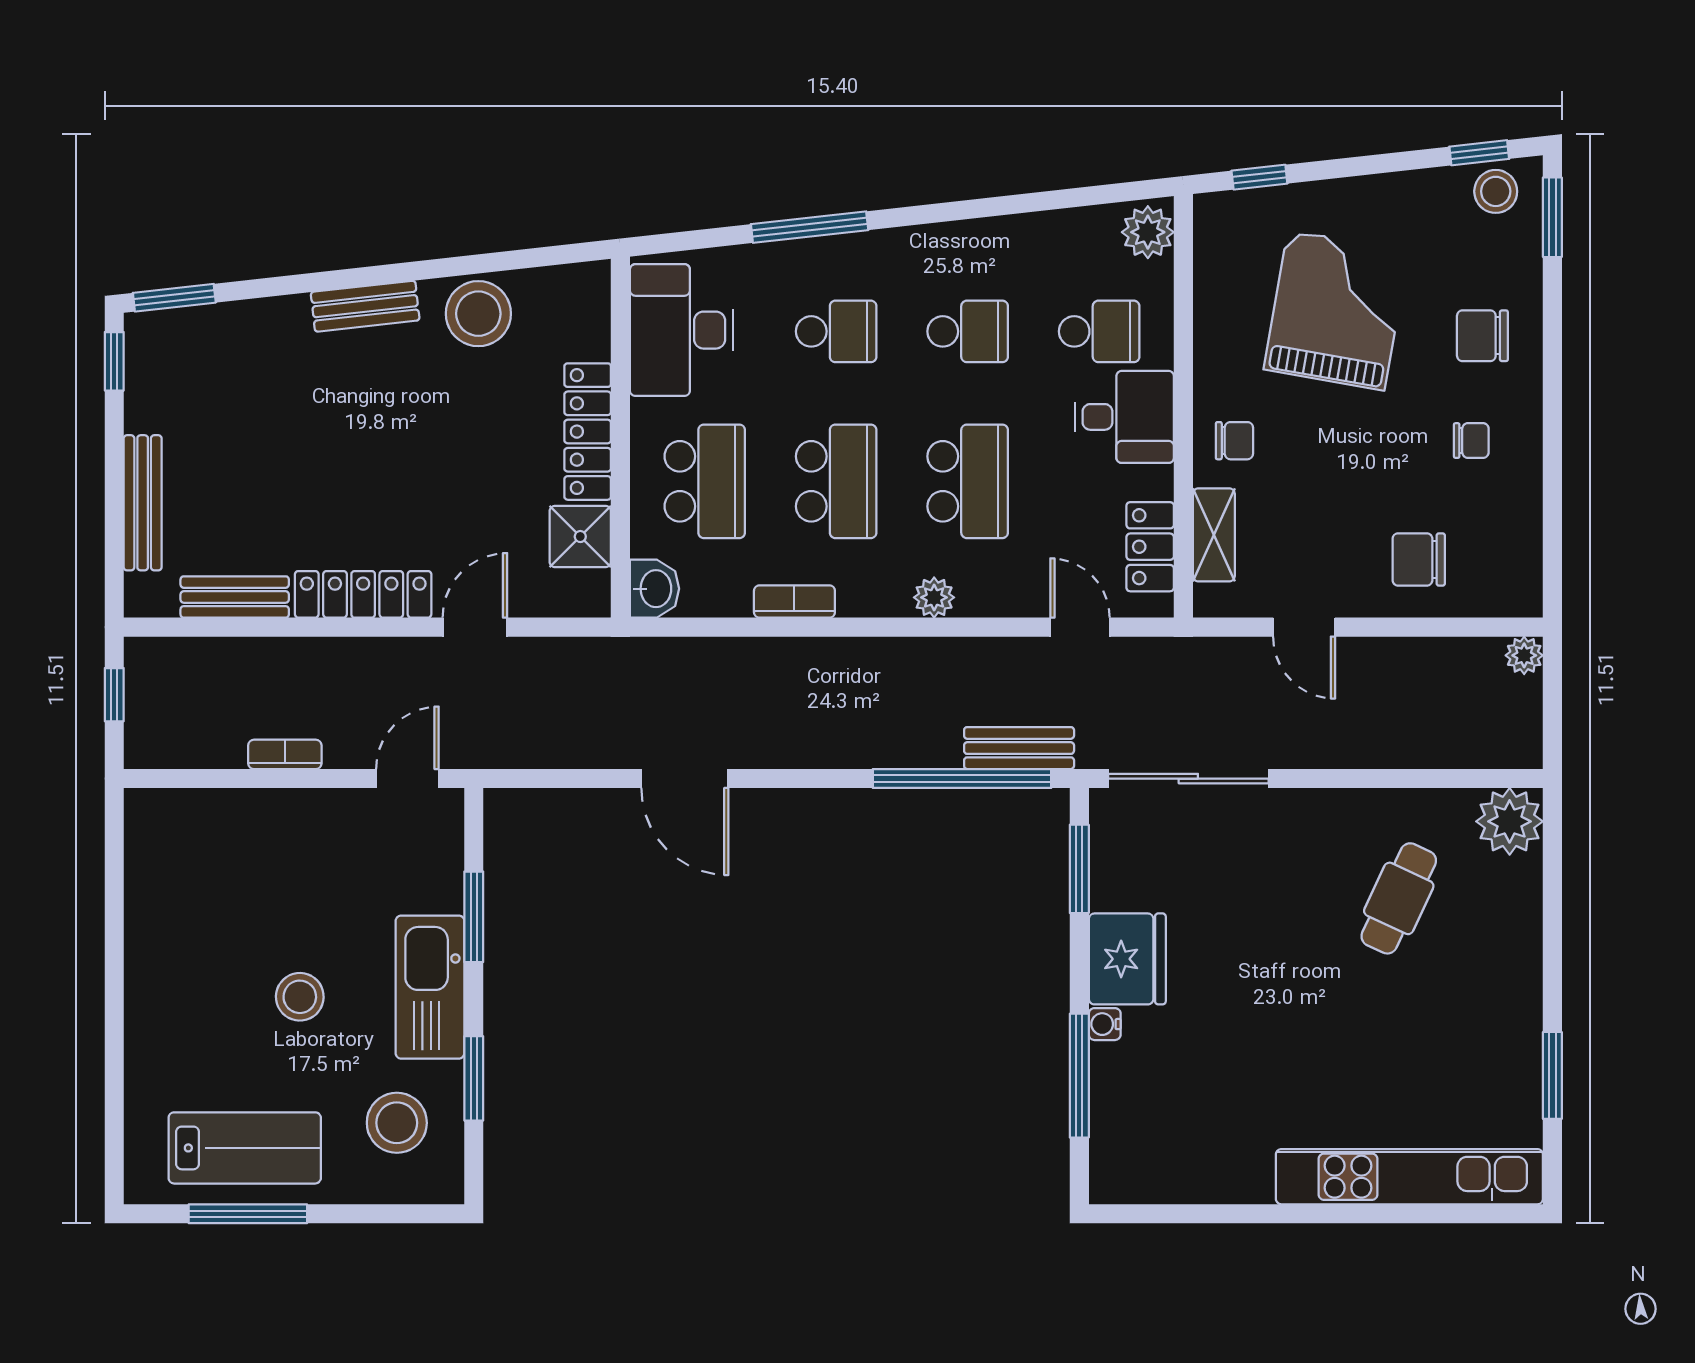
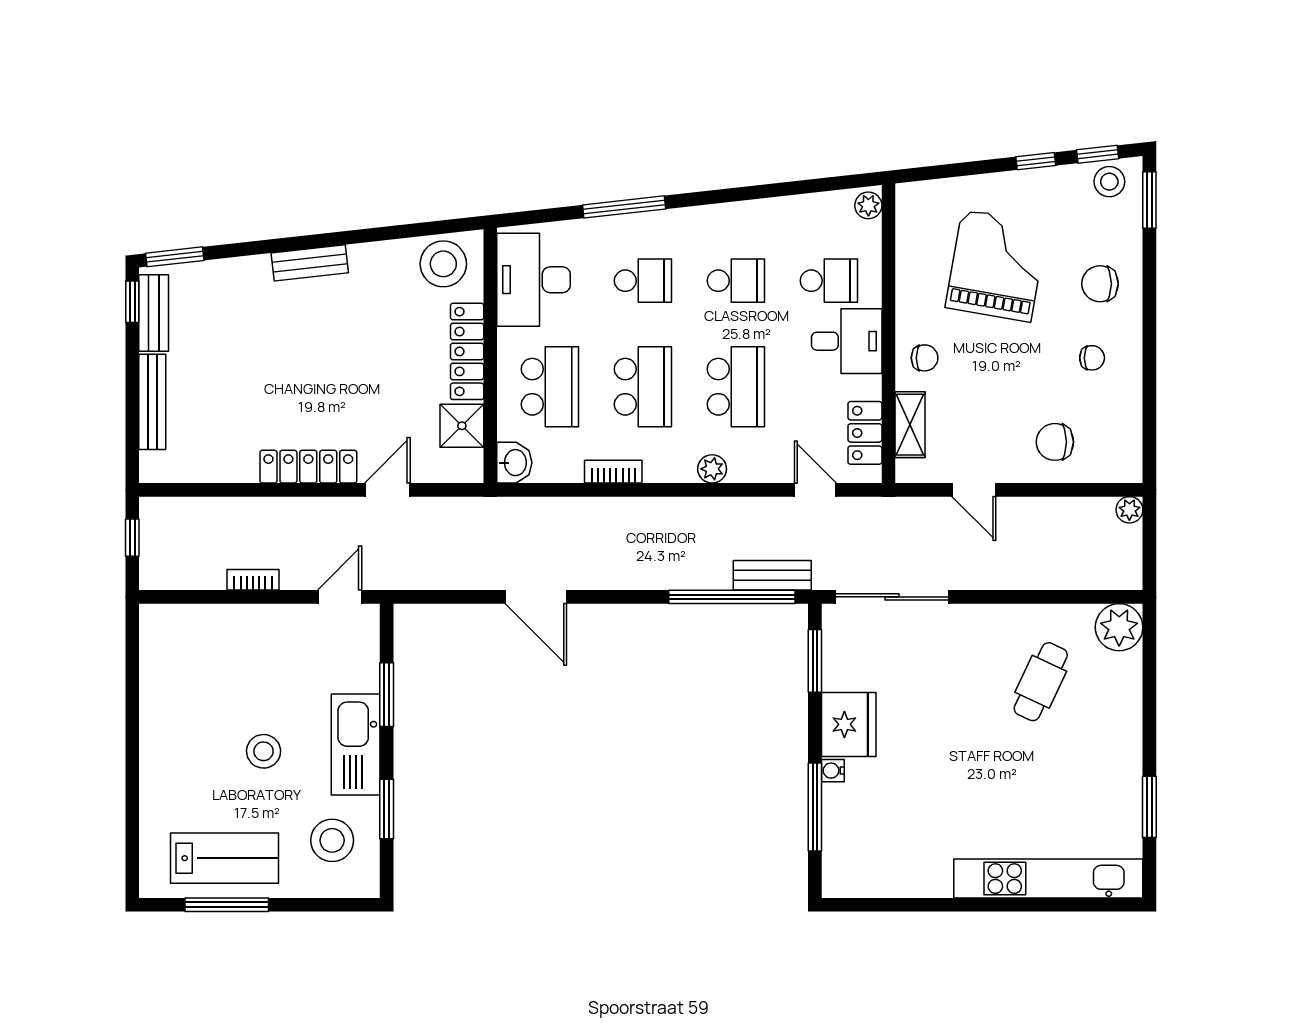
window: (1259, 177) -> (1036, 161), moved
plant: (1148, 232) -> (868, 205), width x0.73, depth x0.73
stool: (478, 314) -> (443, 264), moved
bench: (235, 597) -> (154, 313), moved, turned 90

